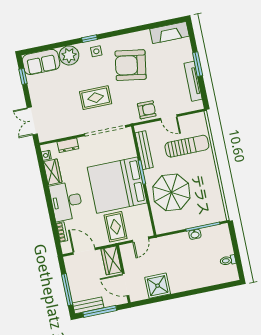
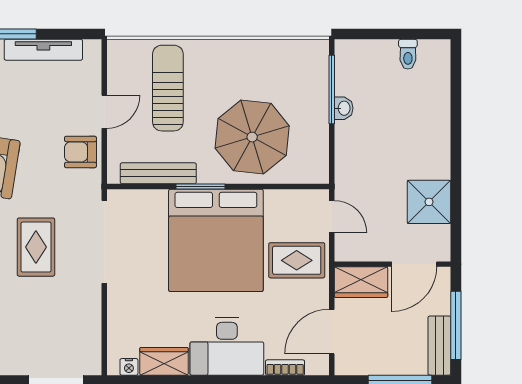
armchair: (147, 110) -> (80, 152), turned -90
dresser: (68, 145) -> (118, 320), removed

